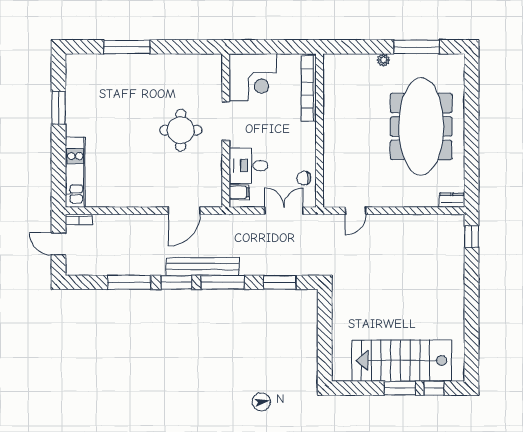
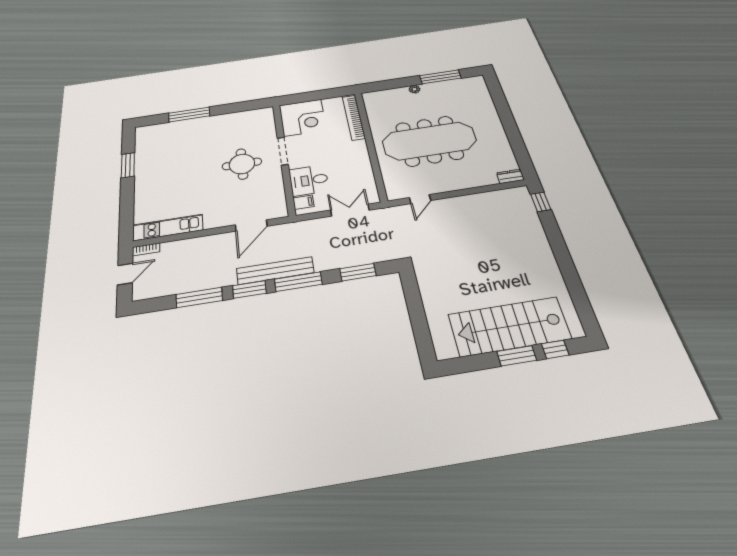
meeting table: (421, 126) -> (429, 141), moved, turned 90
kitchen unit: (75, 172) -> (168, 228), moved, turned -90
chair: (304, 178) -> (364, 182), removed
door: (59, 244) -> (125, 274), swing flipped

